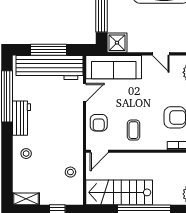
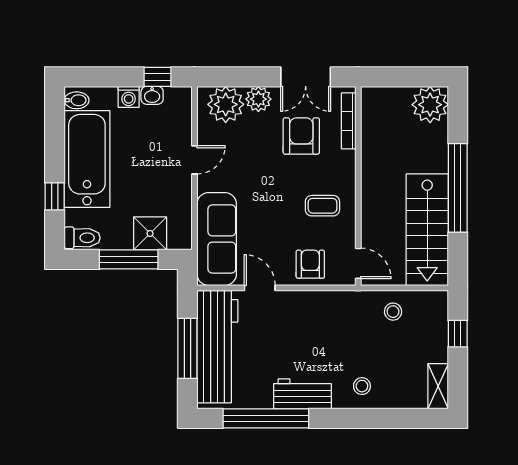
shower: (117, 43) -> (150, 233), moved
armchair: (99, 123) -> (310, 264), turned -90

